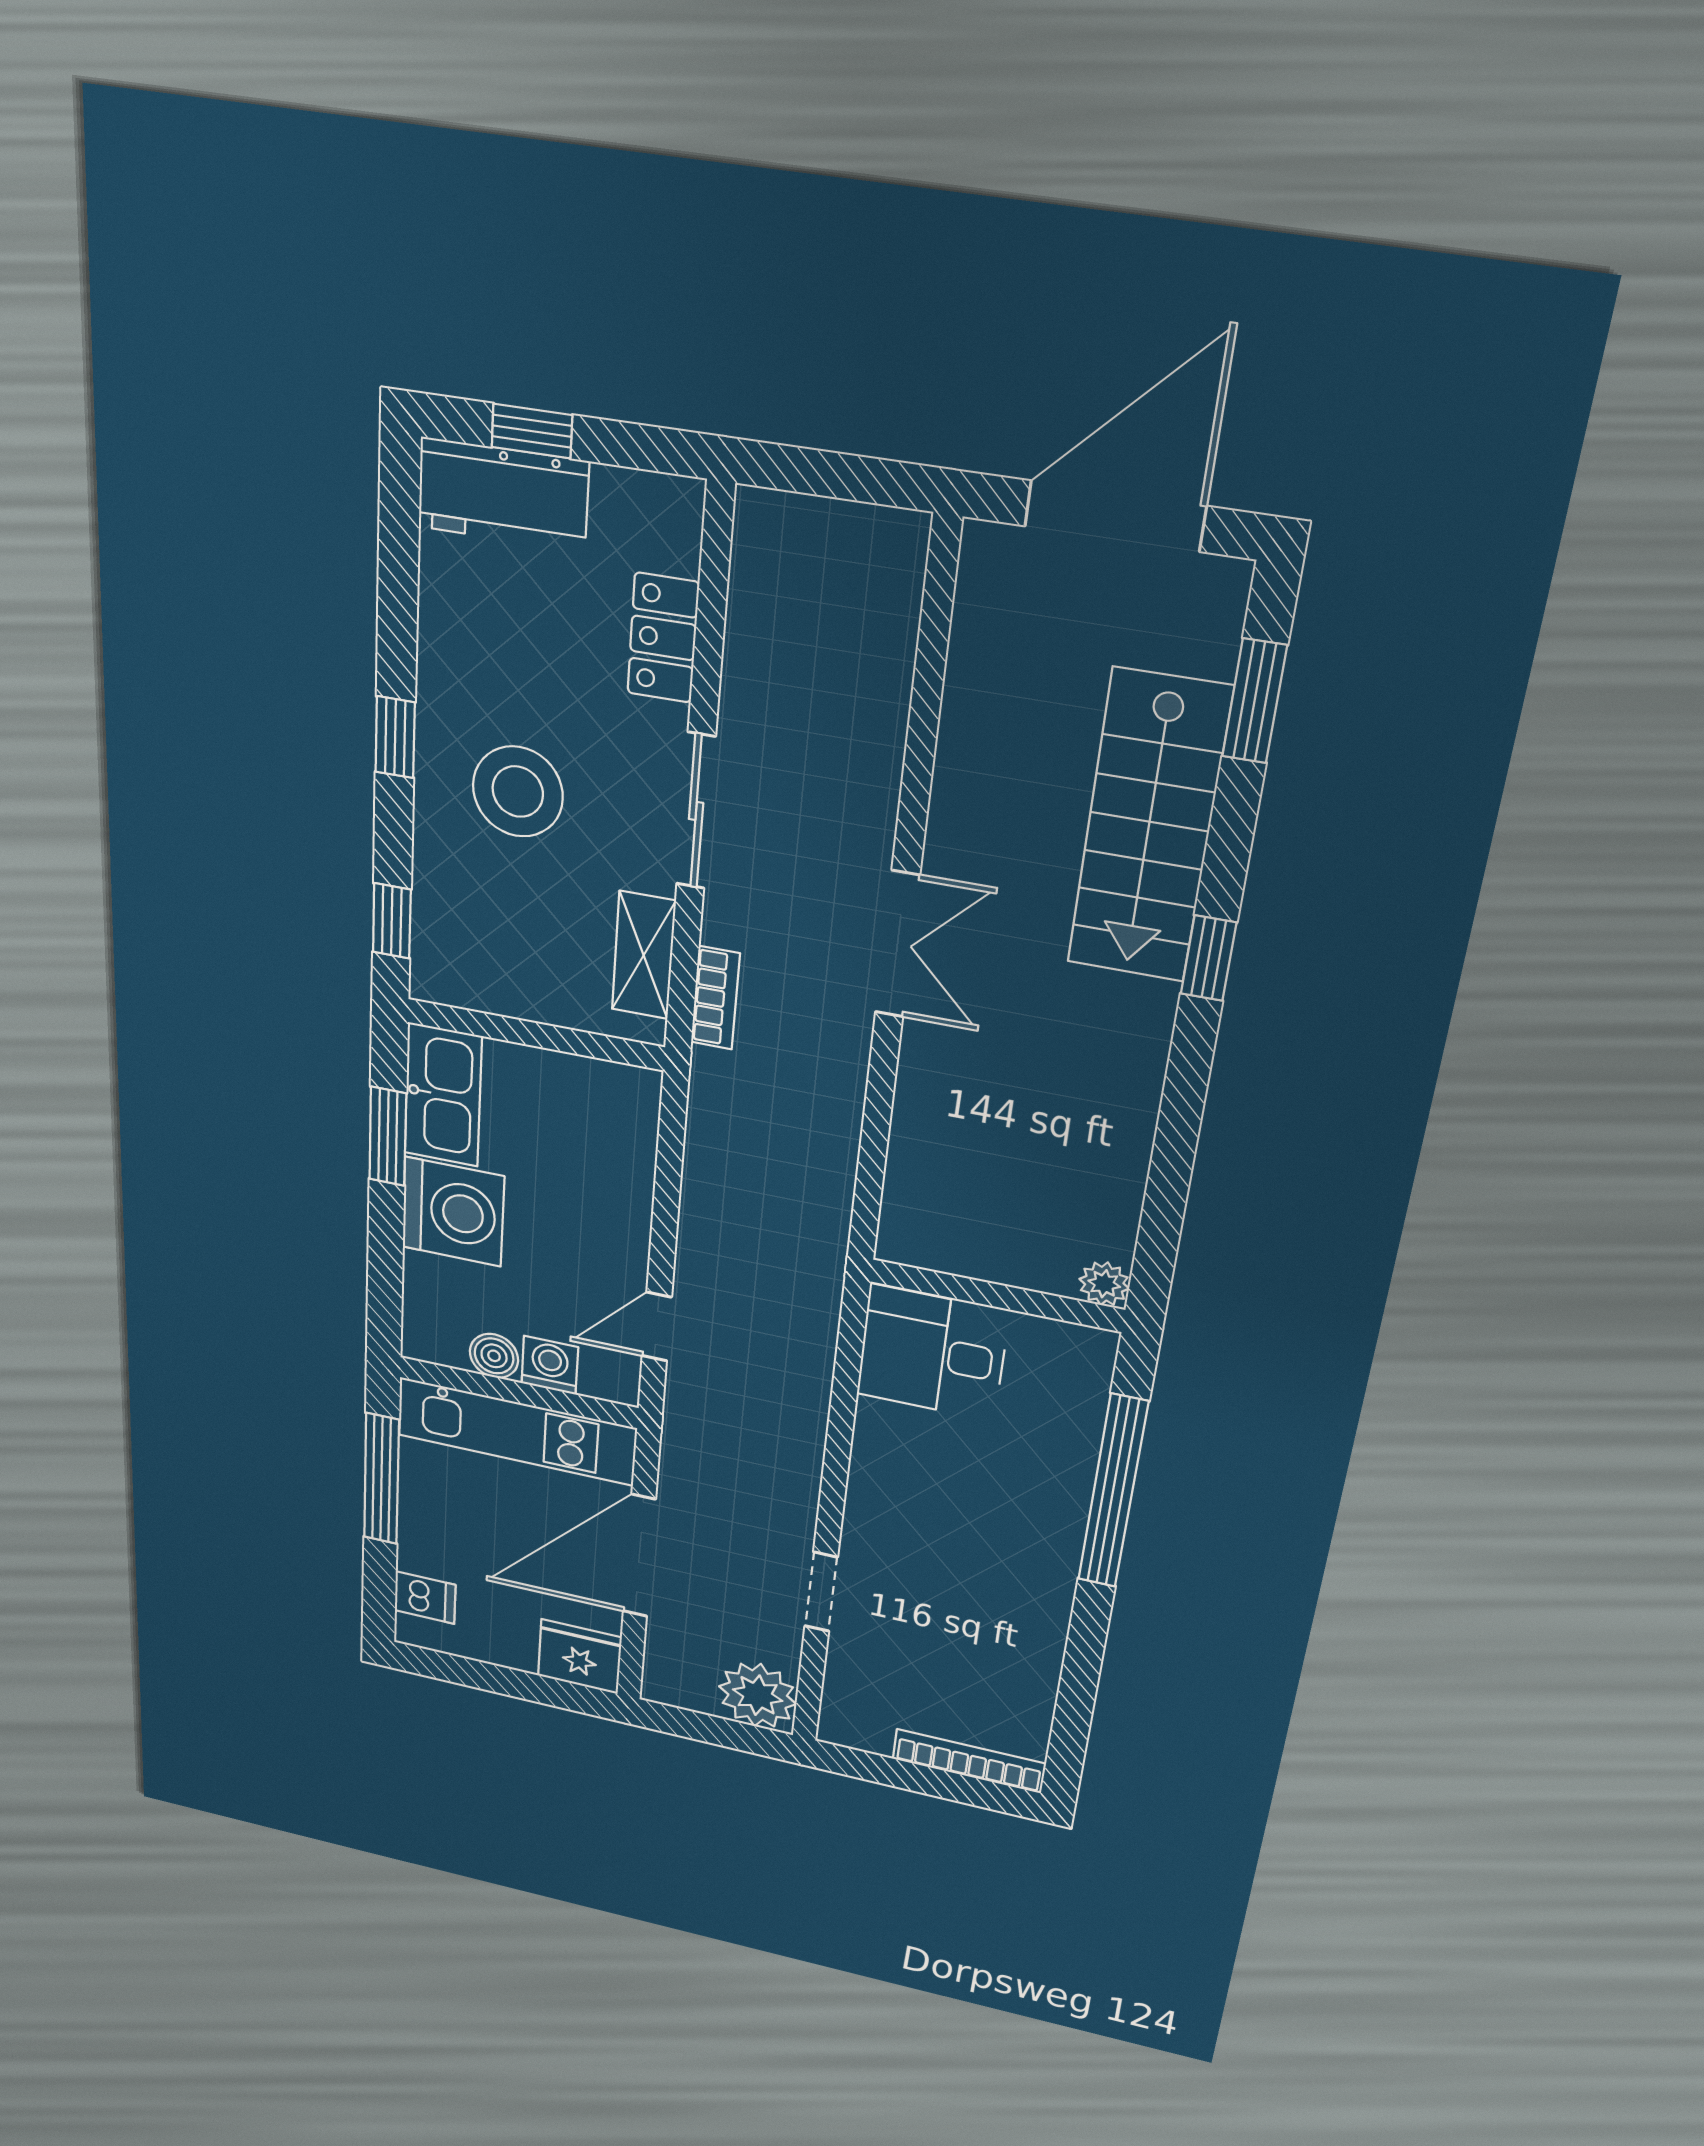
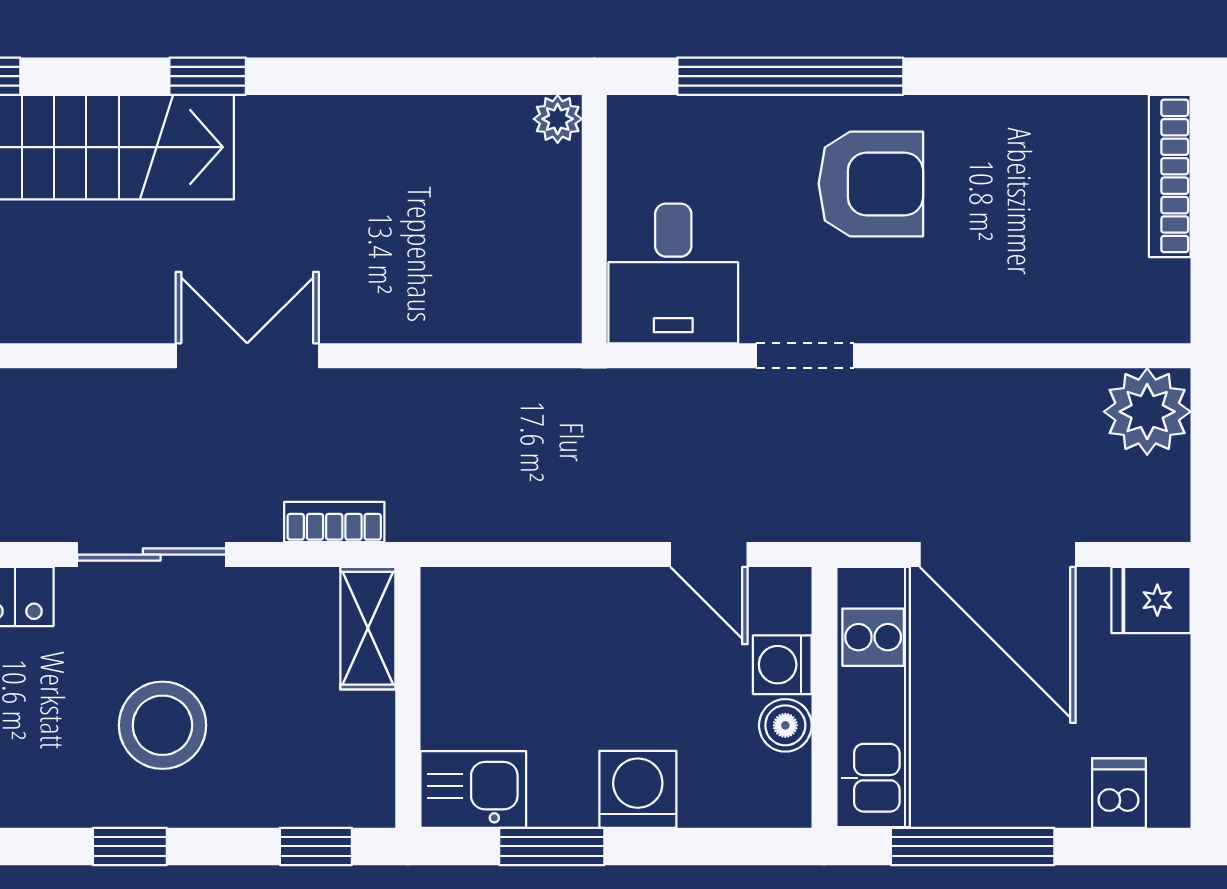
shelving: (644, 955) -> (368, 628), moved, turned 90
kitchen sink: (443, 1095) -> (473, 789), width x0.73
washing machine: (453, 1212) -> (638, 789), width x0.73, depth x0.73
armchair: (996, 1534) -> (871, 184), added
doorway: (821, 1592) -> (805, 356), moved
fridge: (580, 1657) -> (1151, 600), width x0.72

